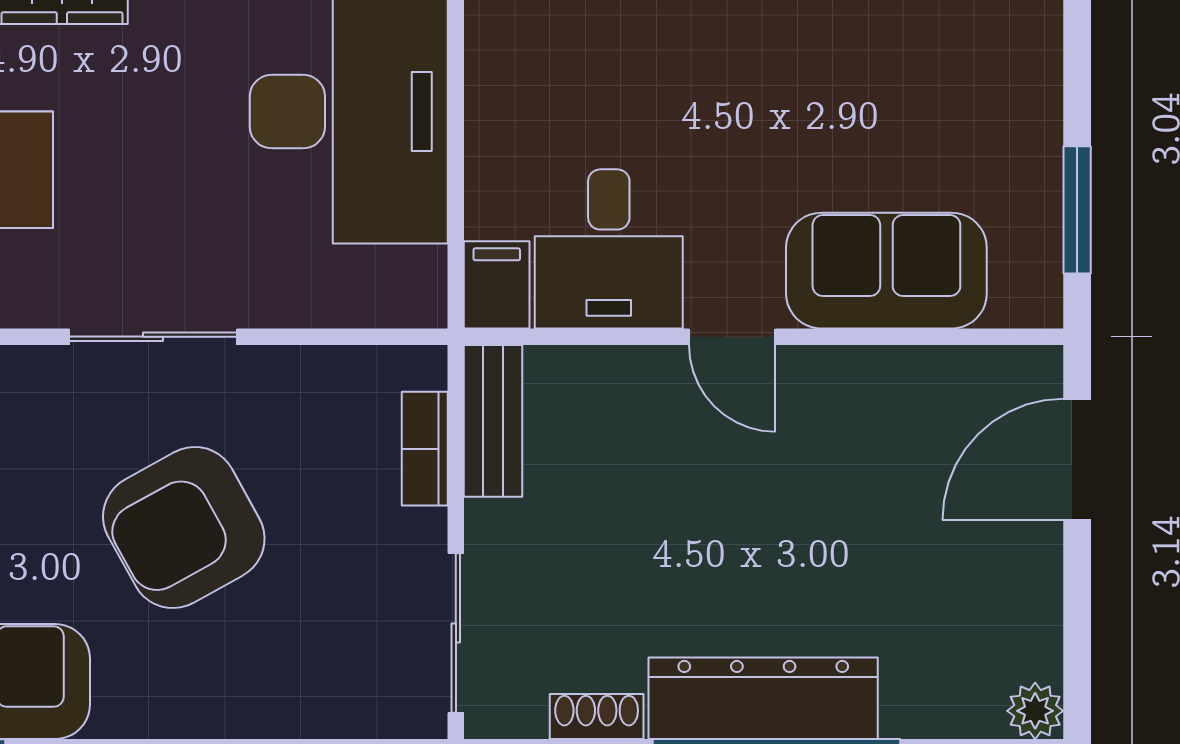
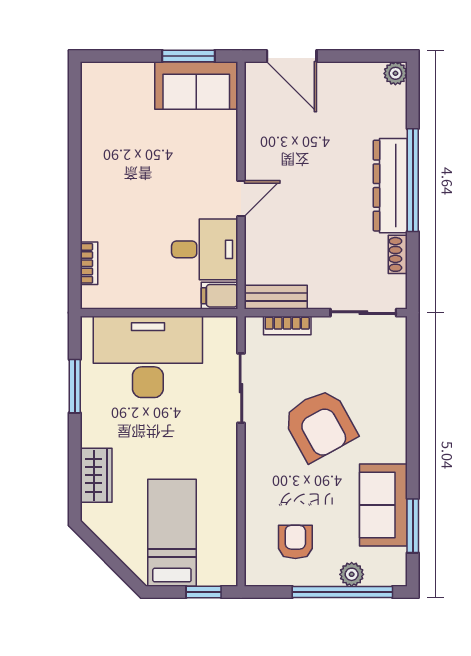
sofa: (886, 271) -> (196, 86), moved, turned -90
sliding door: (153, 337) -> (241, 388), moved

